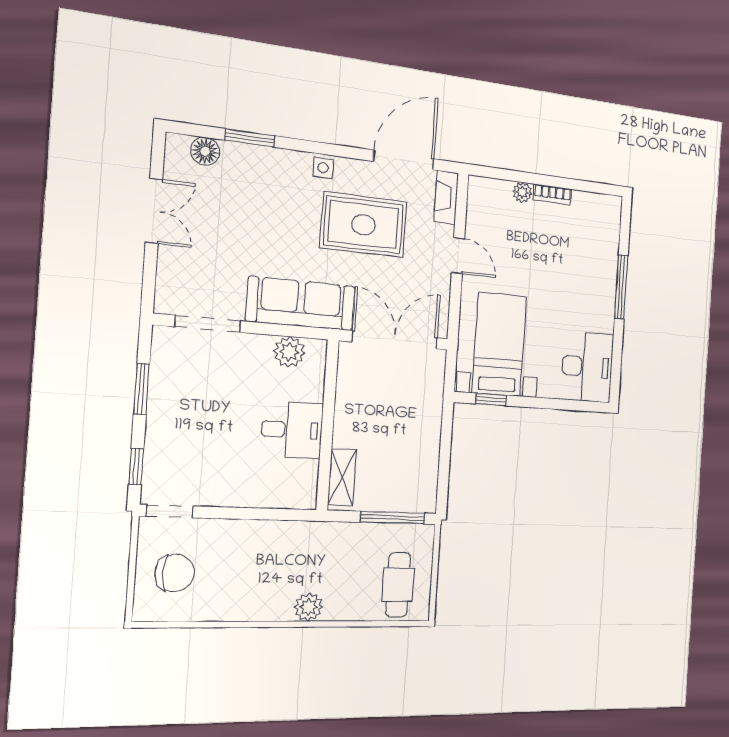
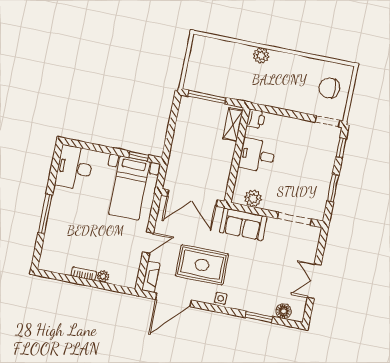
door: (458, 256) -> (148, 243), swing flipped
sofa: (301, 304) -> (243, 224), width x0.73
printer: (303, 494) -> (256, 119), added
cafe table: (398, 585) -> (209, 58), removed

